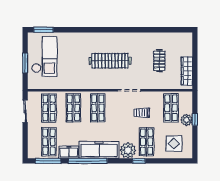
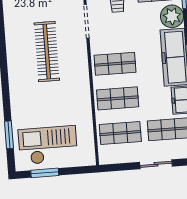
window: (43, 30) -> (9, 135), moved
window: (25, 63) -> (45, 173), moved
sliding door: (25, 111) -> (156, 164), moved

